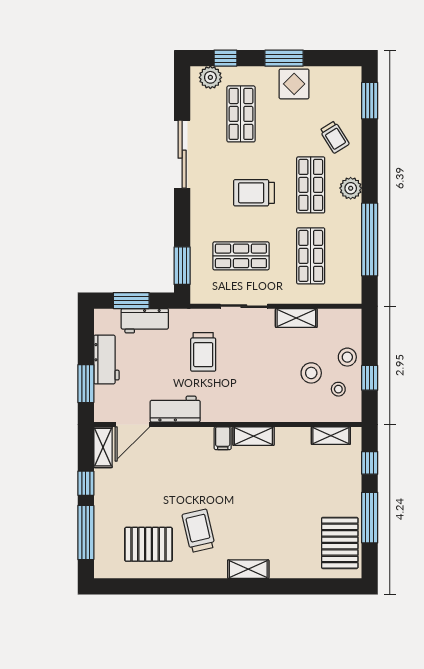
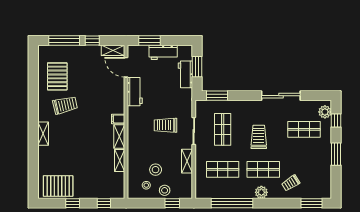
display table: (294, 84) -> (321, 160), removed
trolley: (203, 352) -> (166, 125), moved
window: (370, 378) -> (172, 203), moved
shelving: (331, 436) -> (120, 160), moved
window: (370, 518) -> (73, 203), width x0.46

